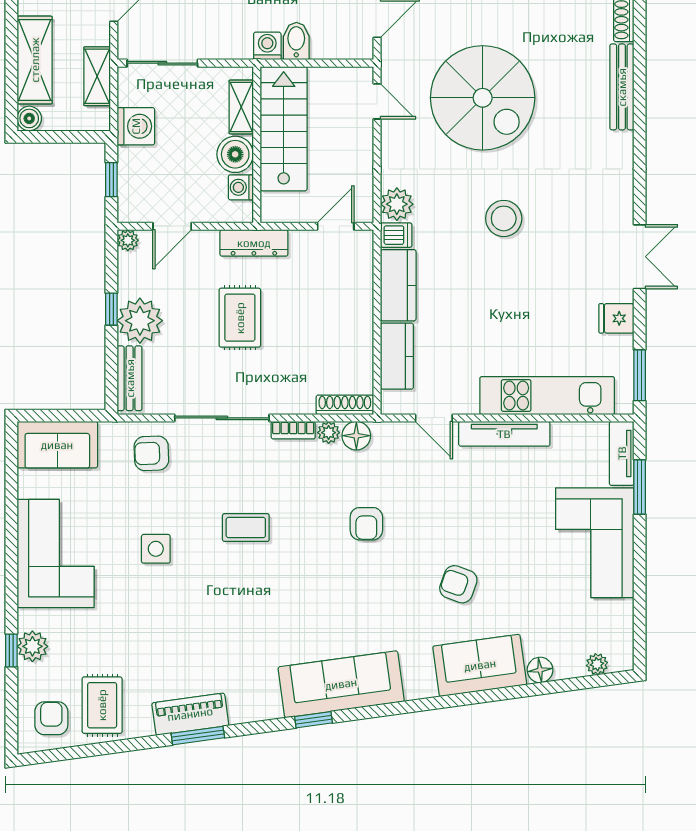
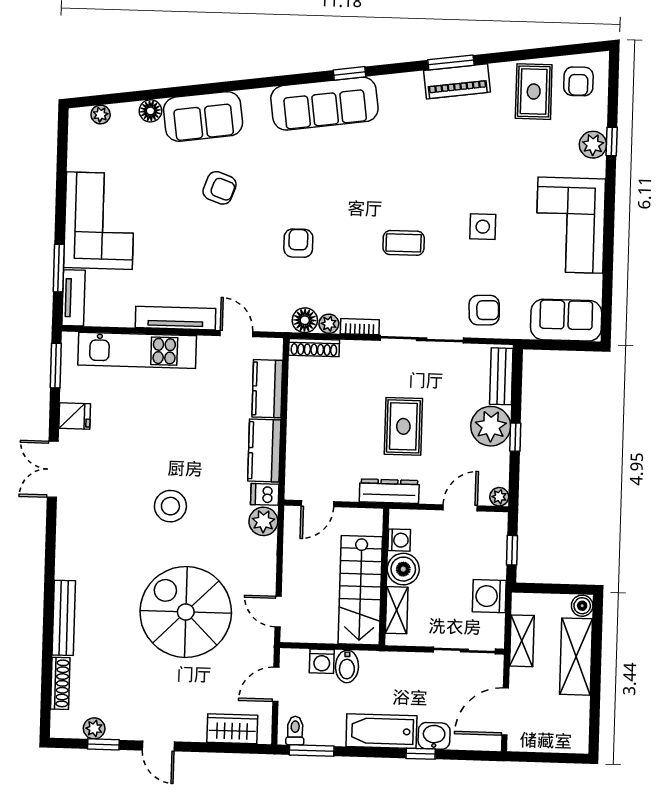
washing machine: (267, 46) -> (322, 661), moved

